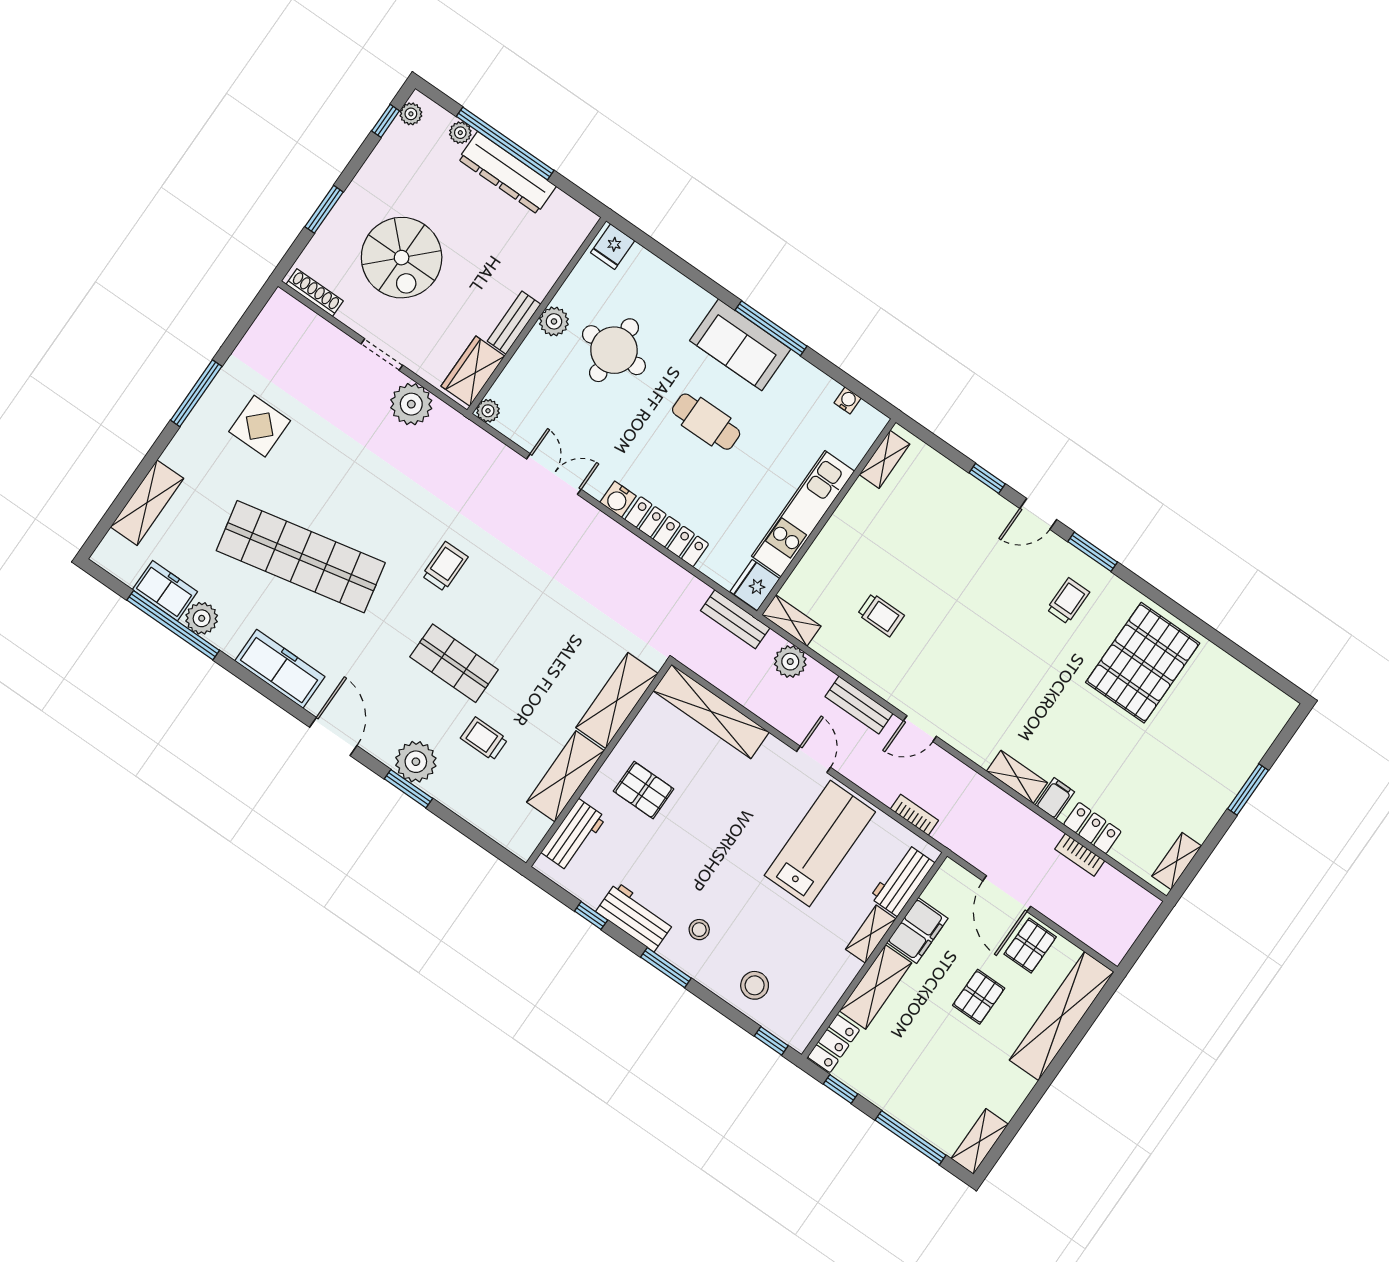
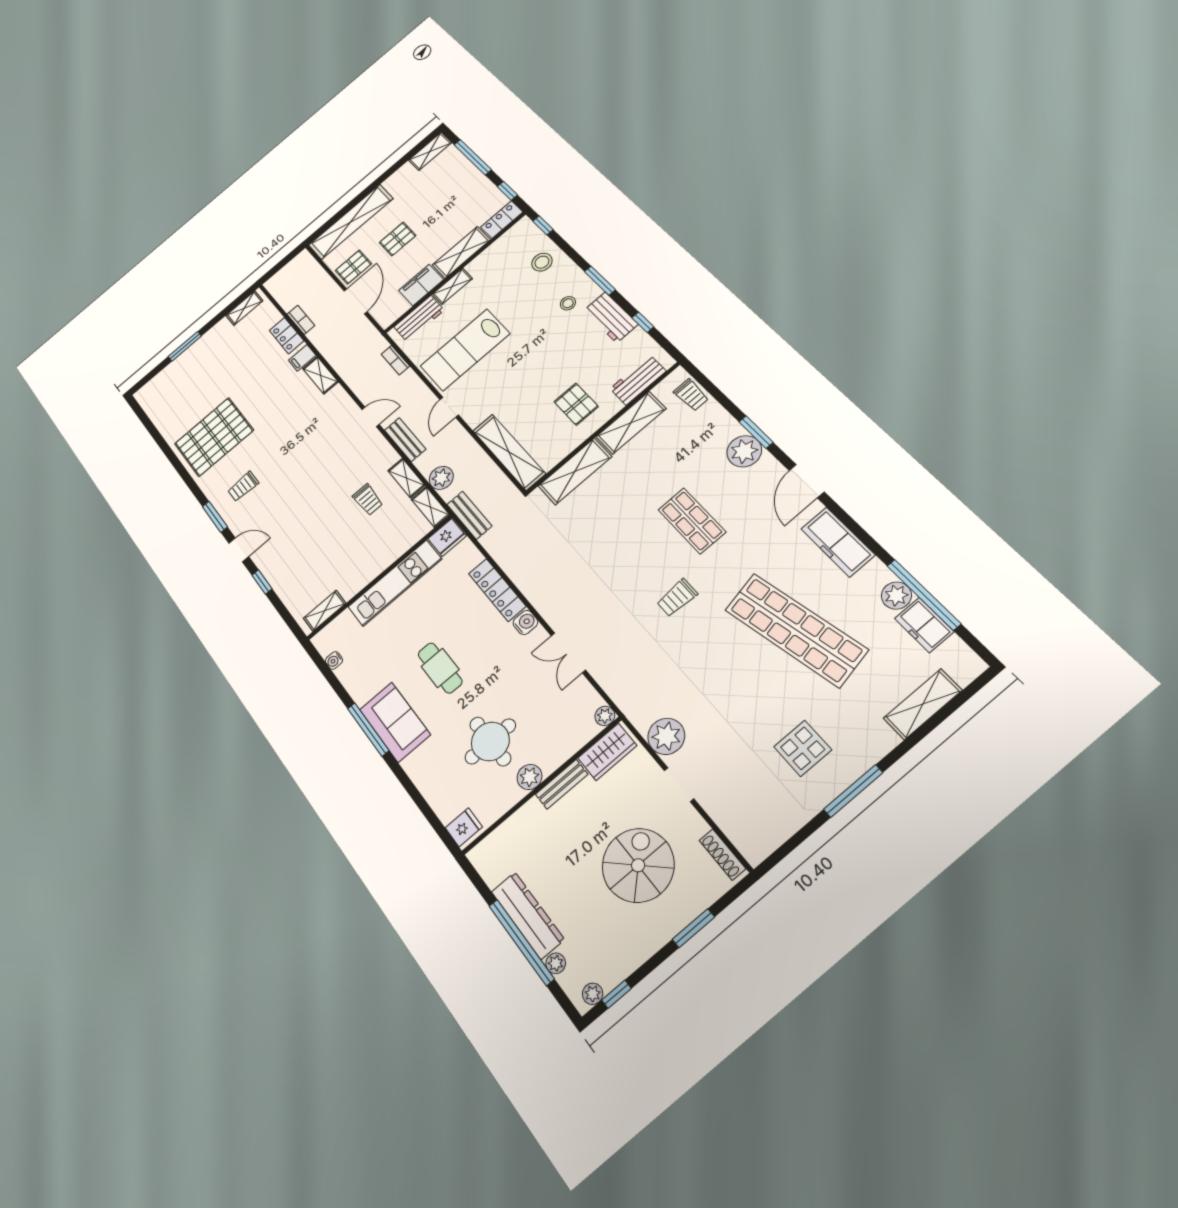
trolley: (881, 615) -> (368, 500), turned 180
shelving: (838, 653) -> (406, 478), added
trolley: (484, 739) -> (691, 395), moved

